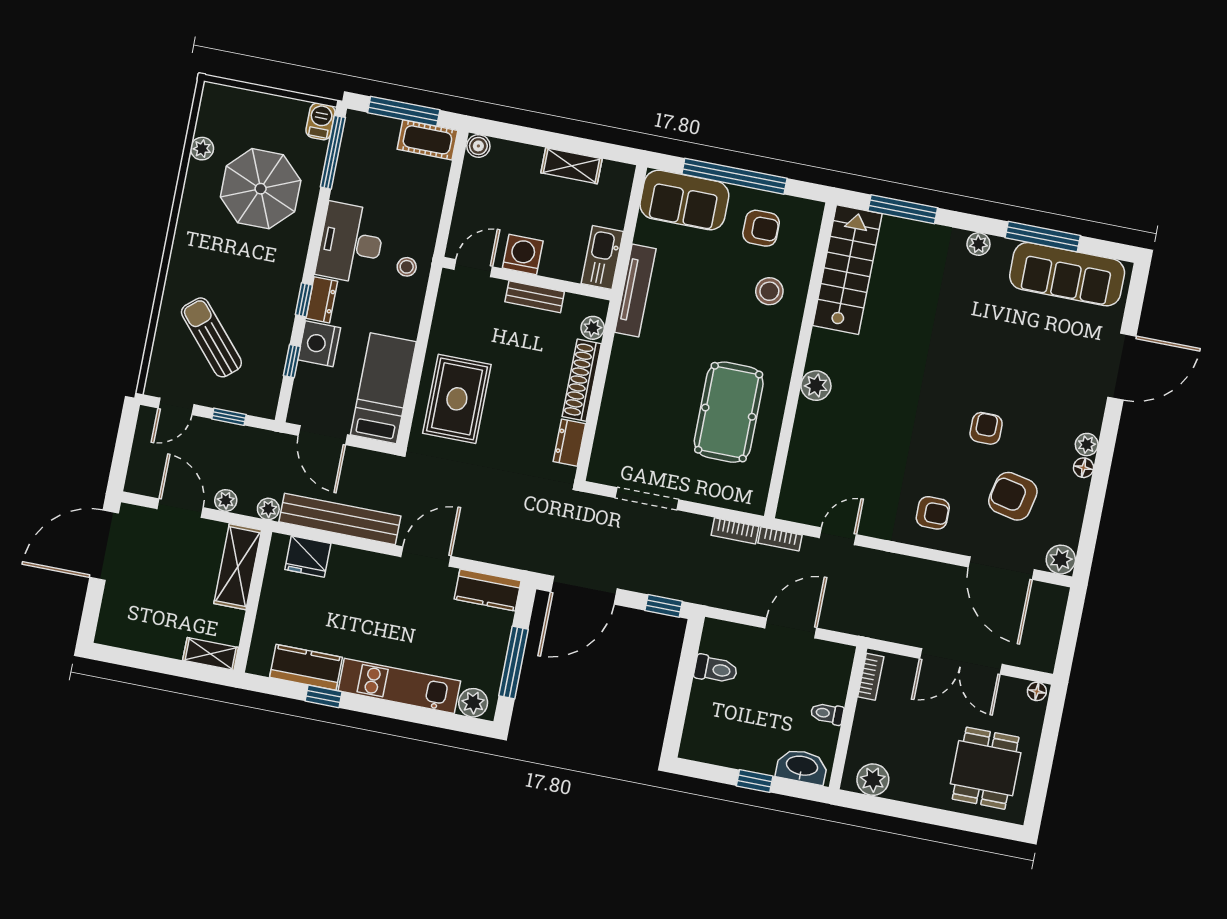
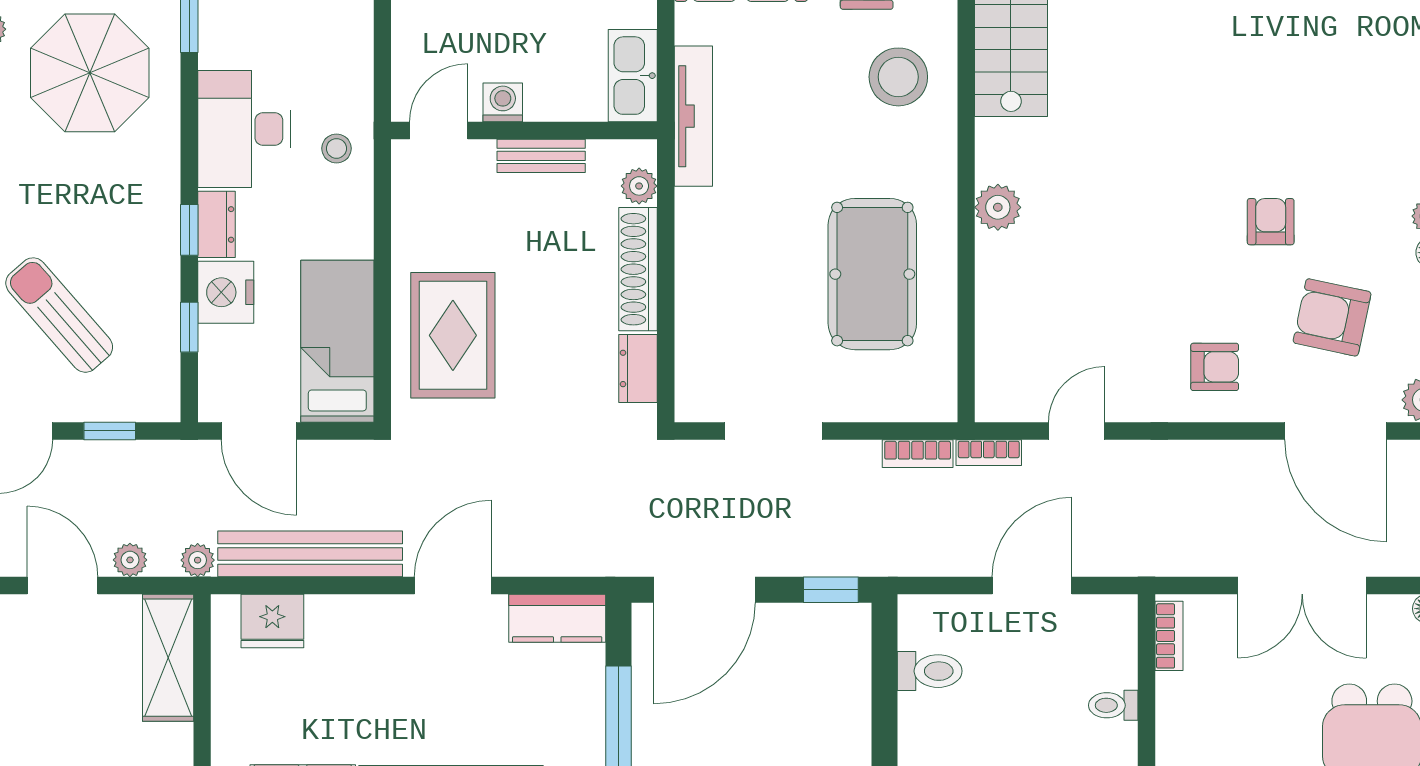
washing machine: (523, 255) -> (503, 102), width x0.73, depth x0.73
stool: (769, 291) -> (898, 77), width x1.38, depth x1.38

